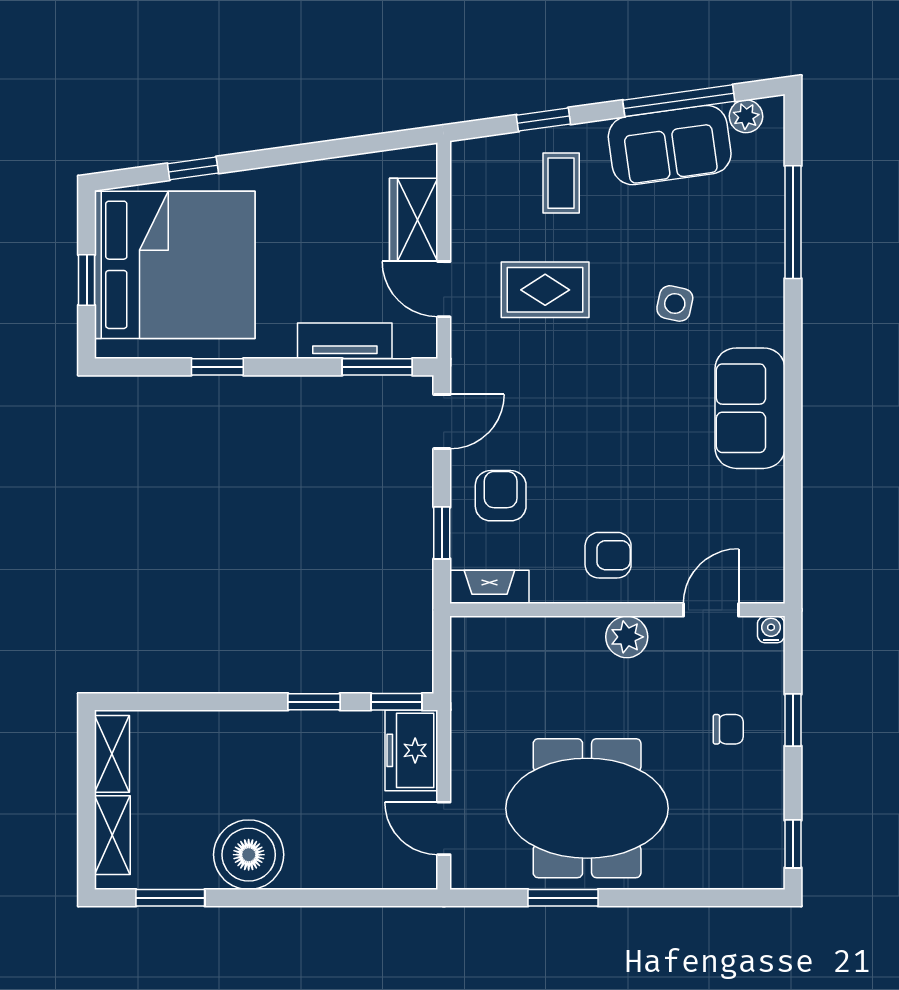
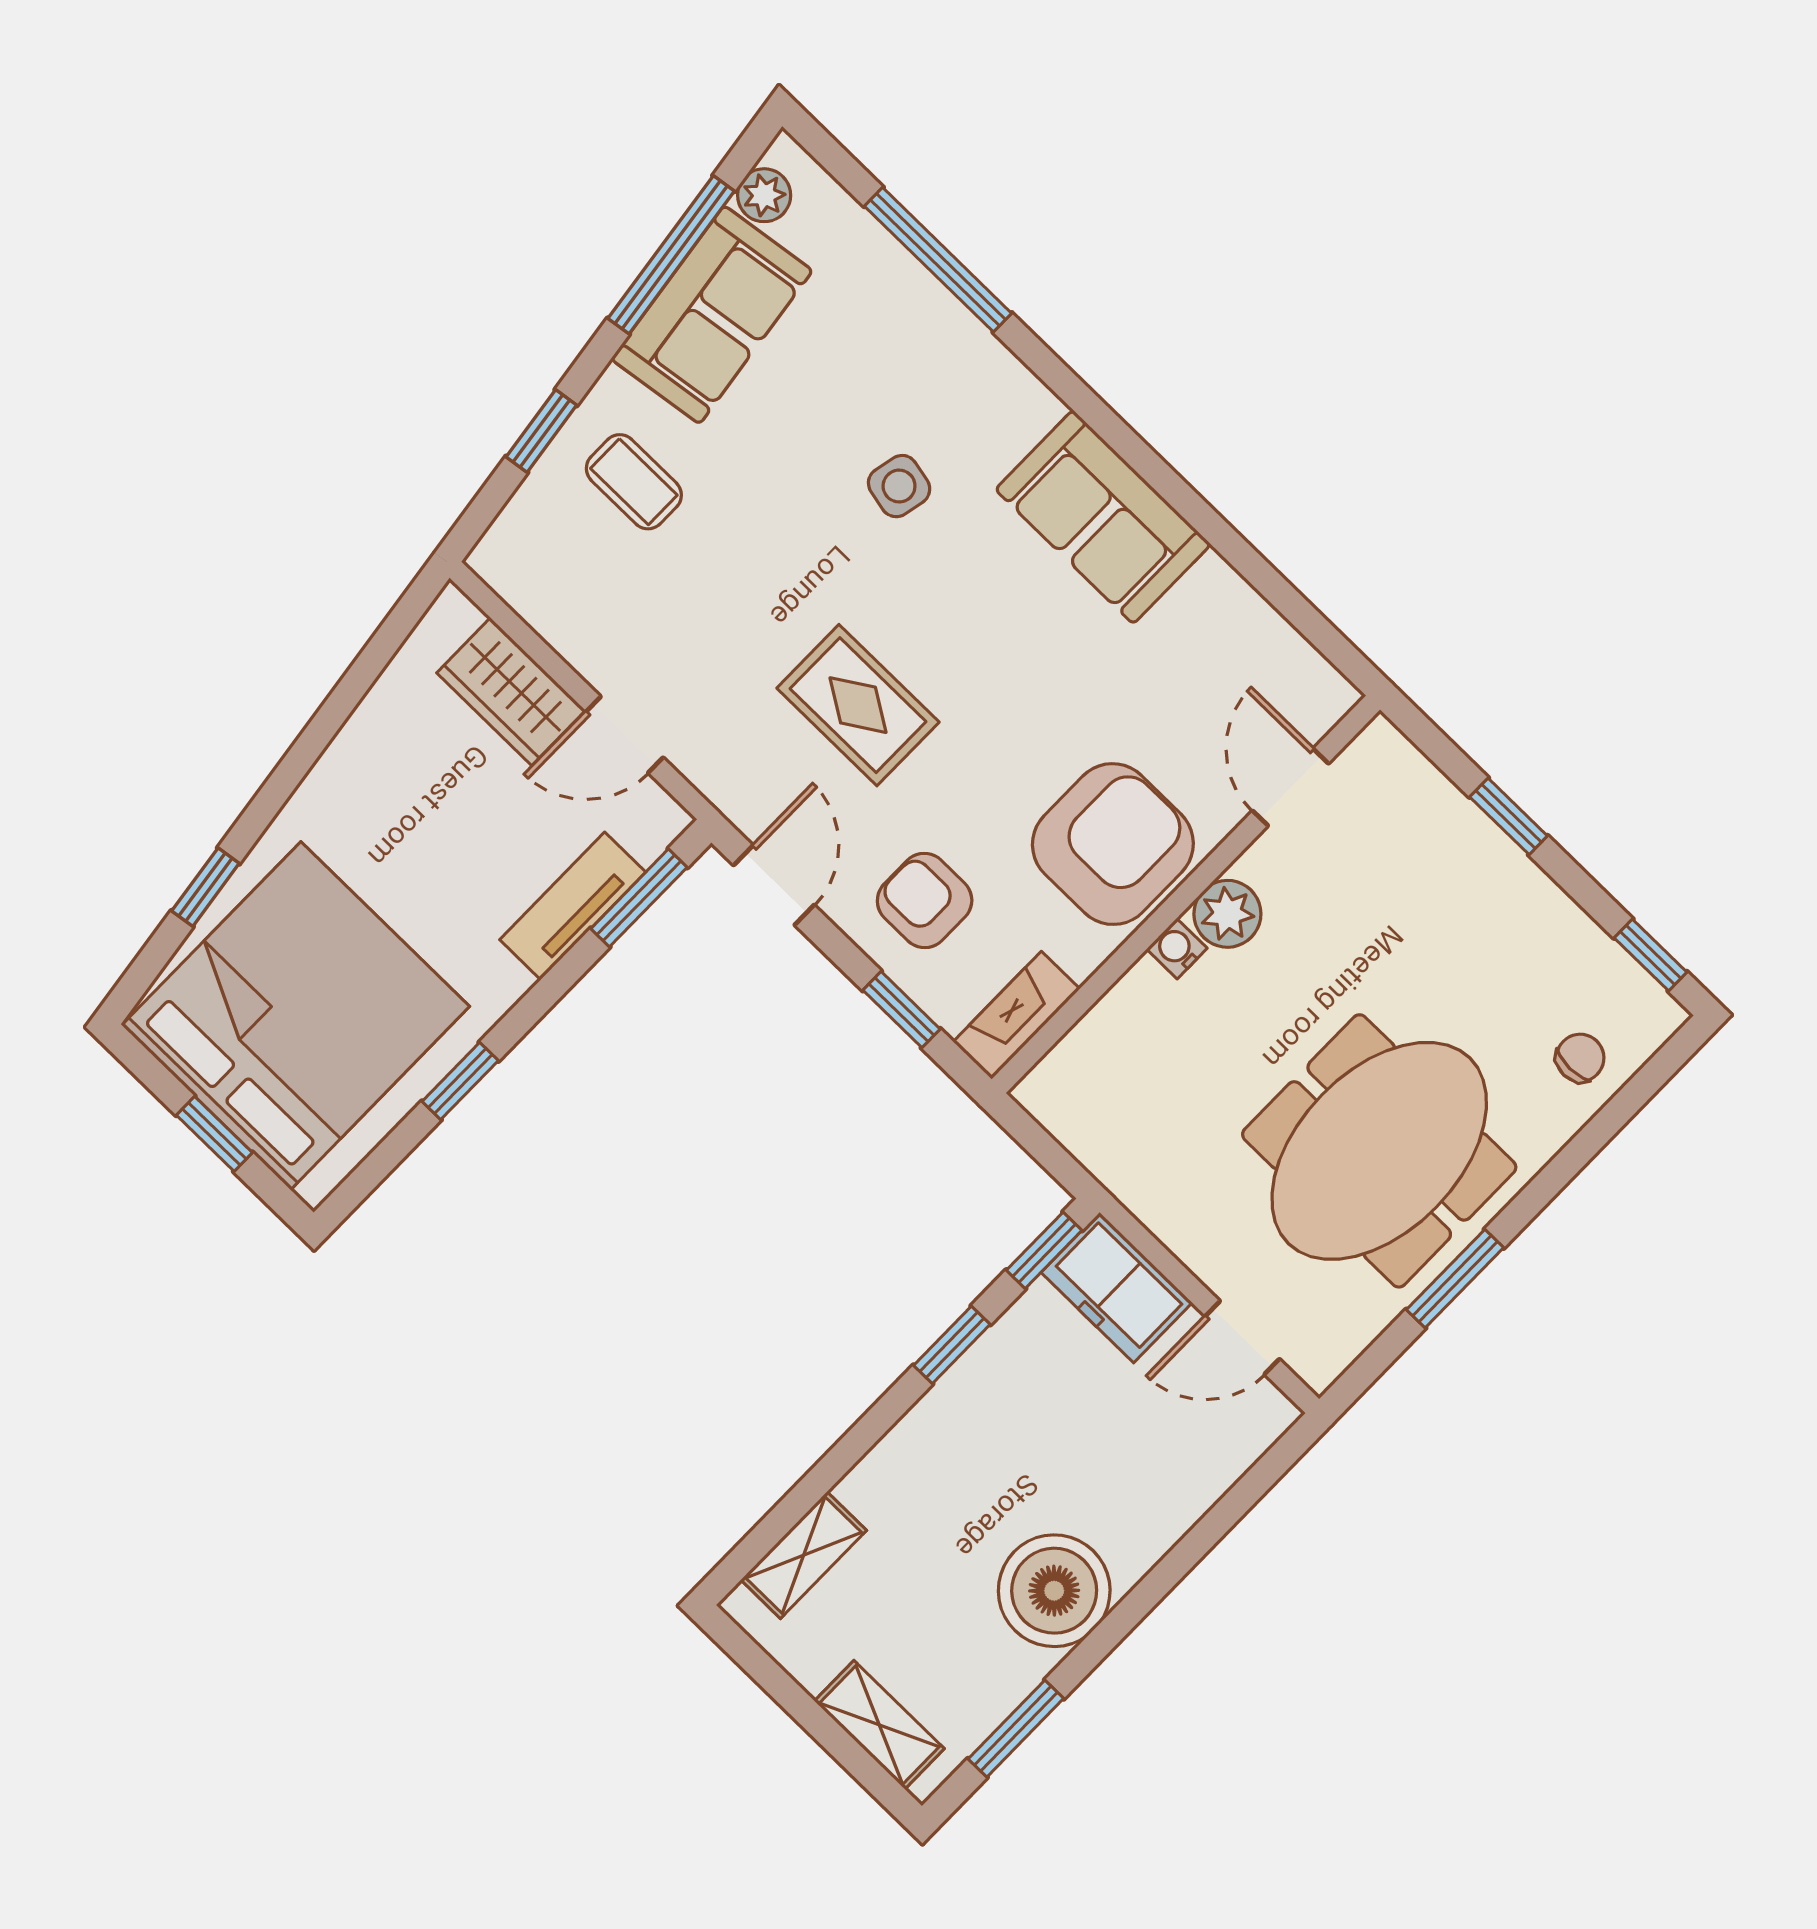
rug: (545, 290) -> (858, 705), moved, turned 90
armchair: (608, 555) -> (1113, 844), width x1.88, depth x1.88
water cooler: (771, 629) -> (1177, 949), moved
chair: (728, 729) -> (1580, 1058), moved
shelving: (112, 754) -> (804, 1555), moved, turned 90

